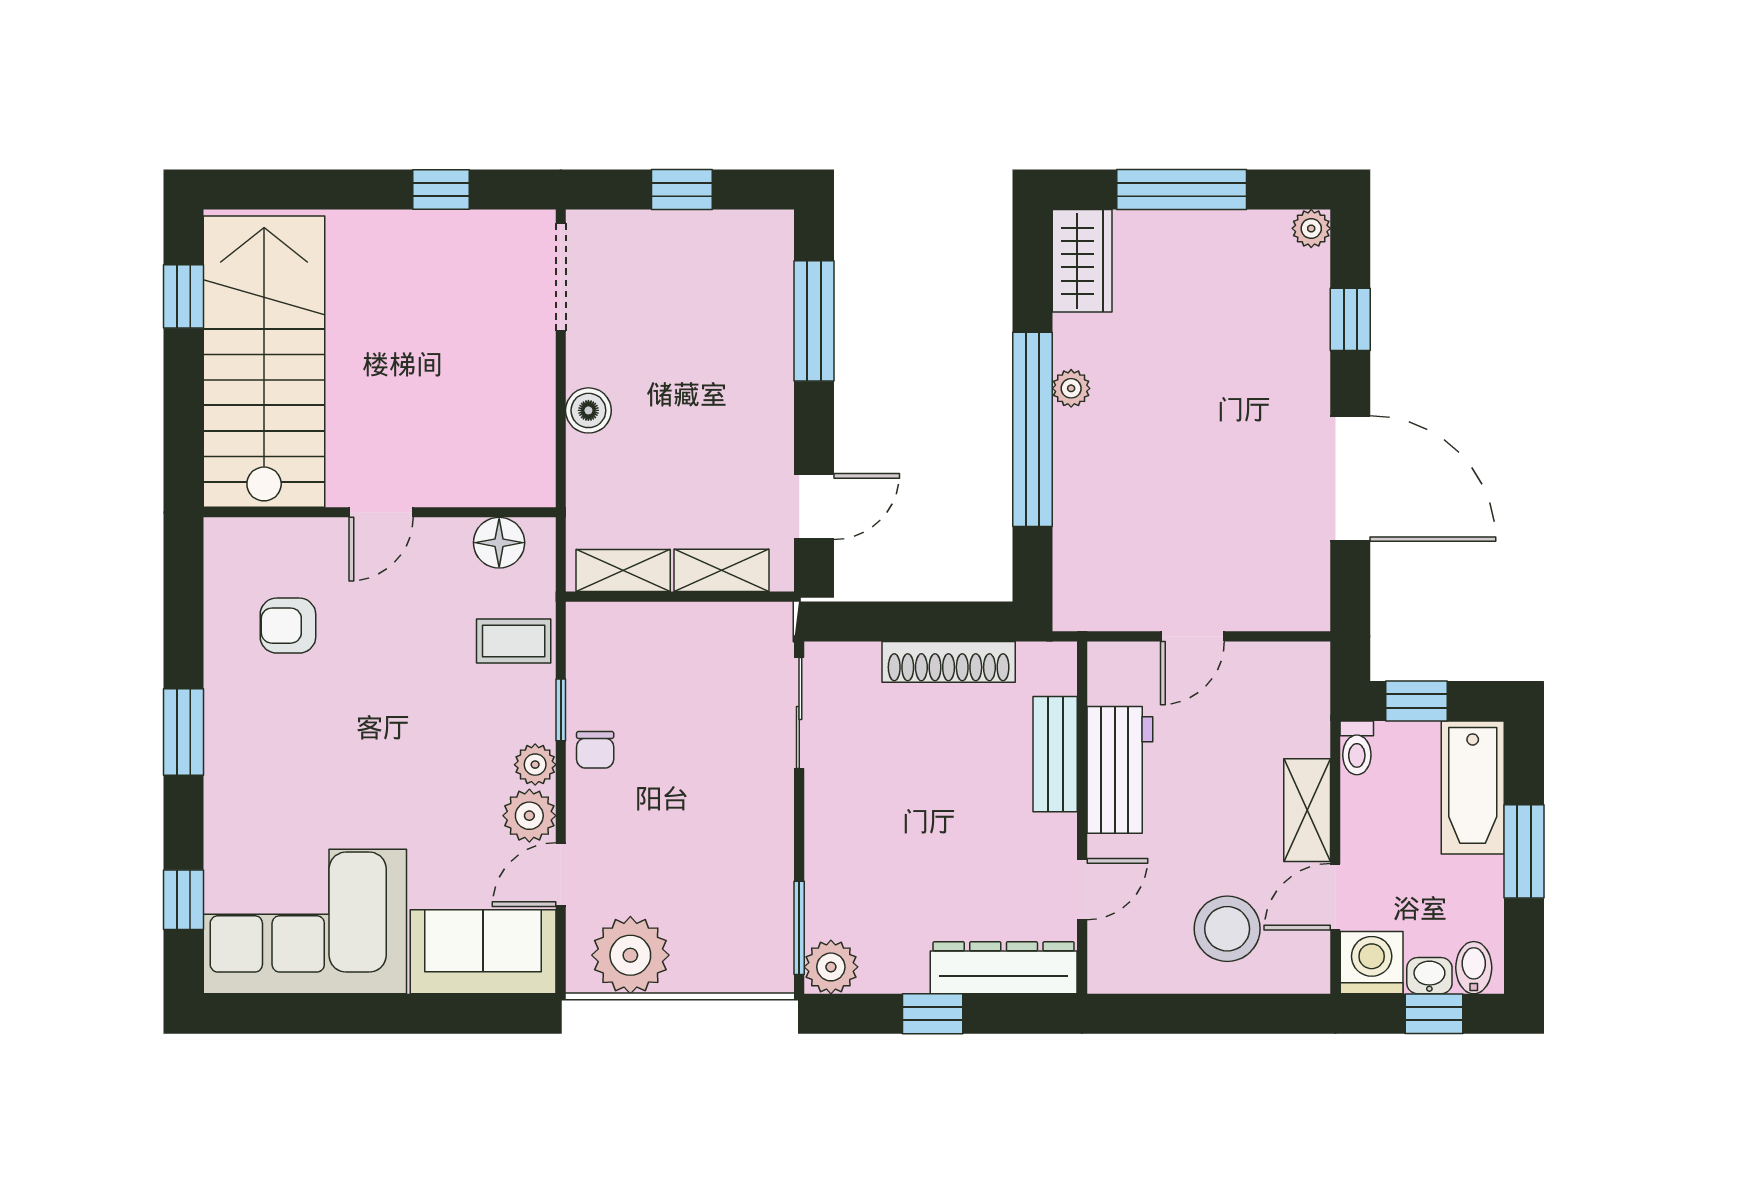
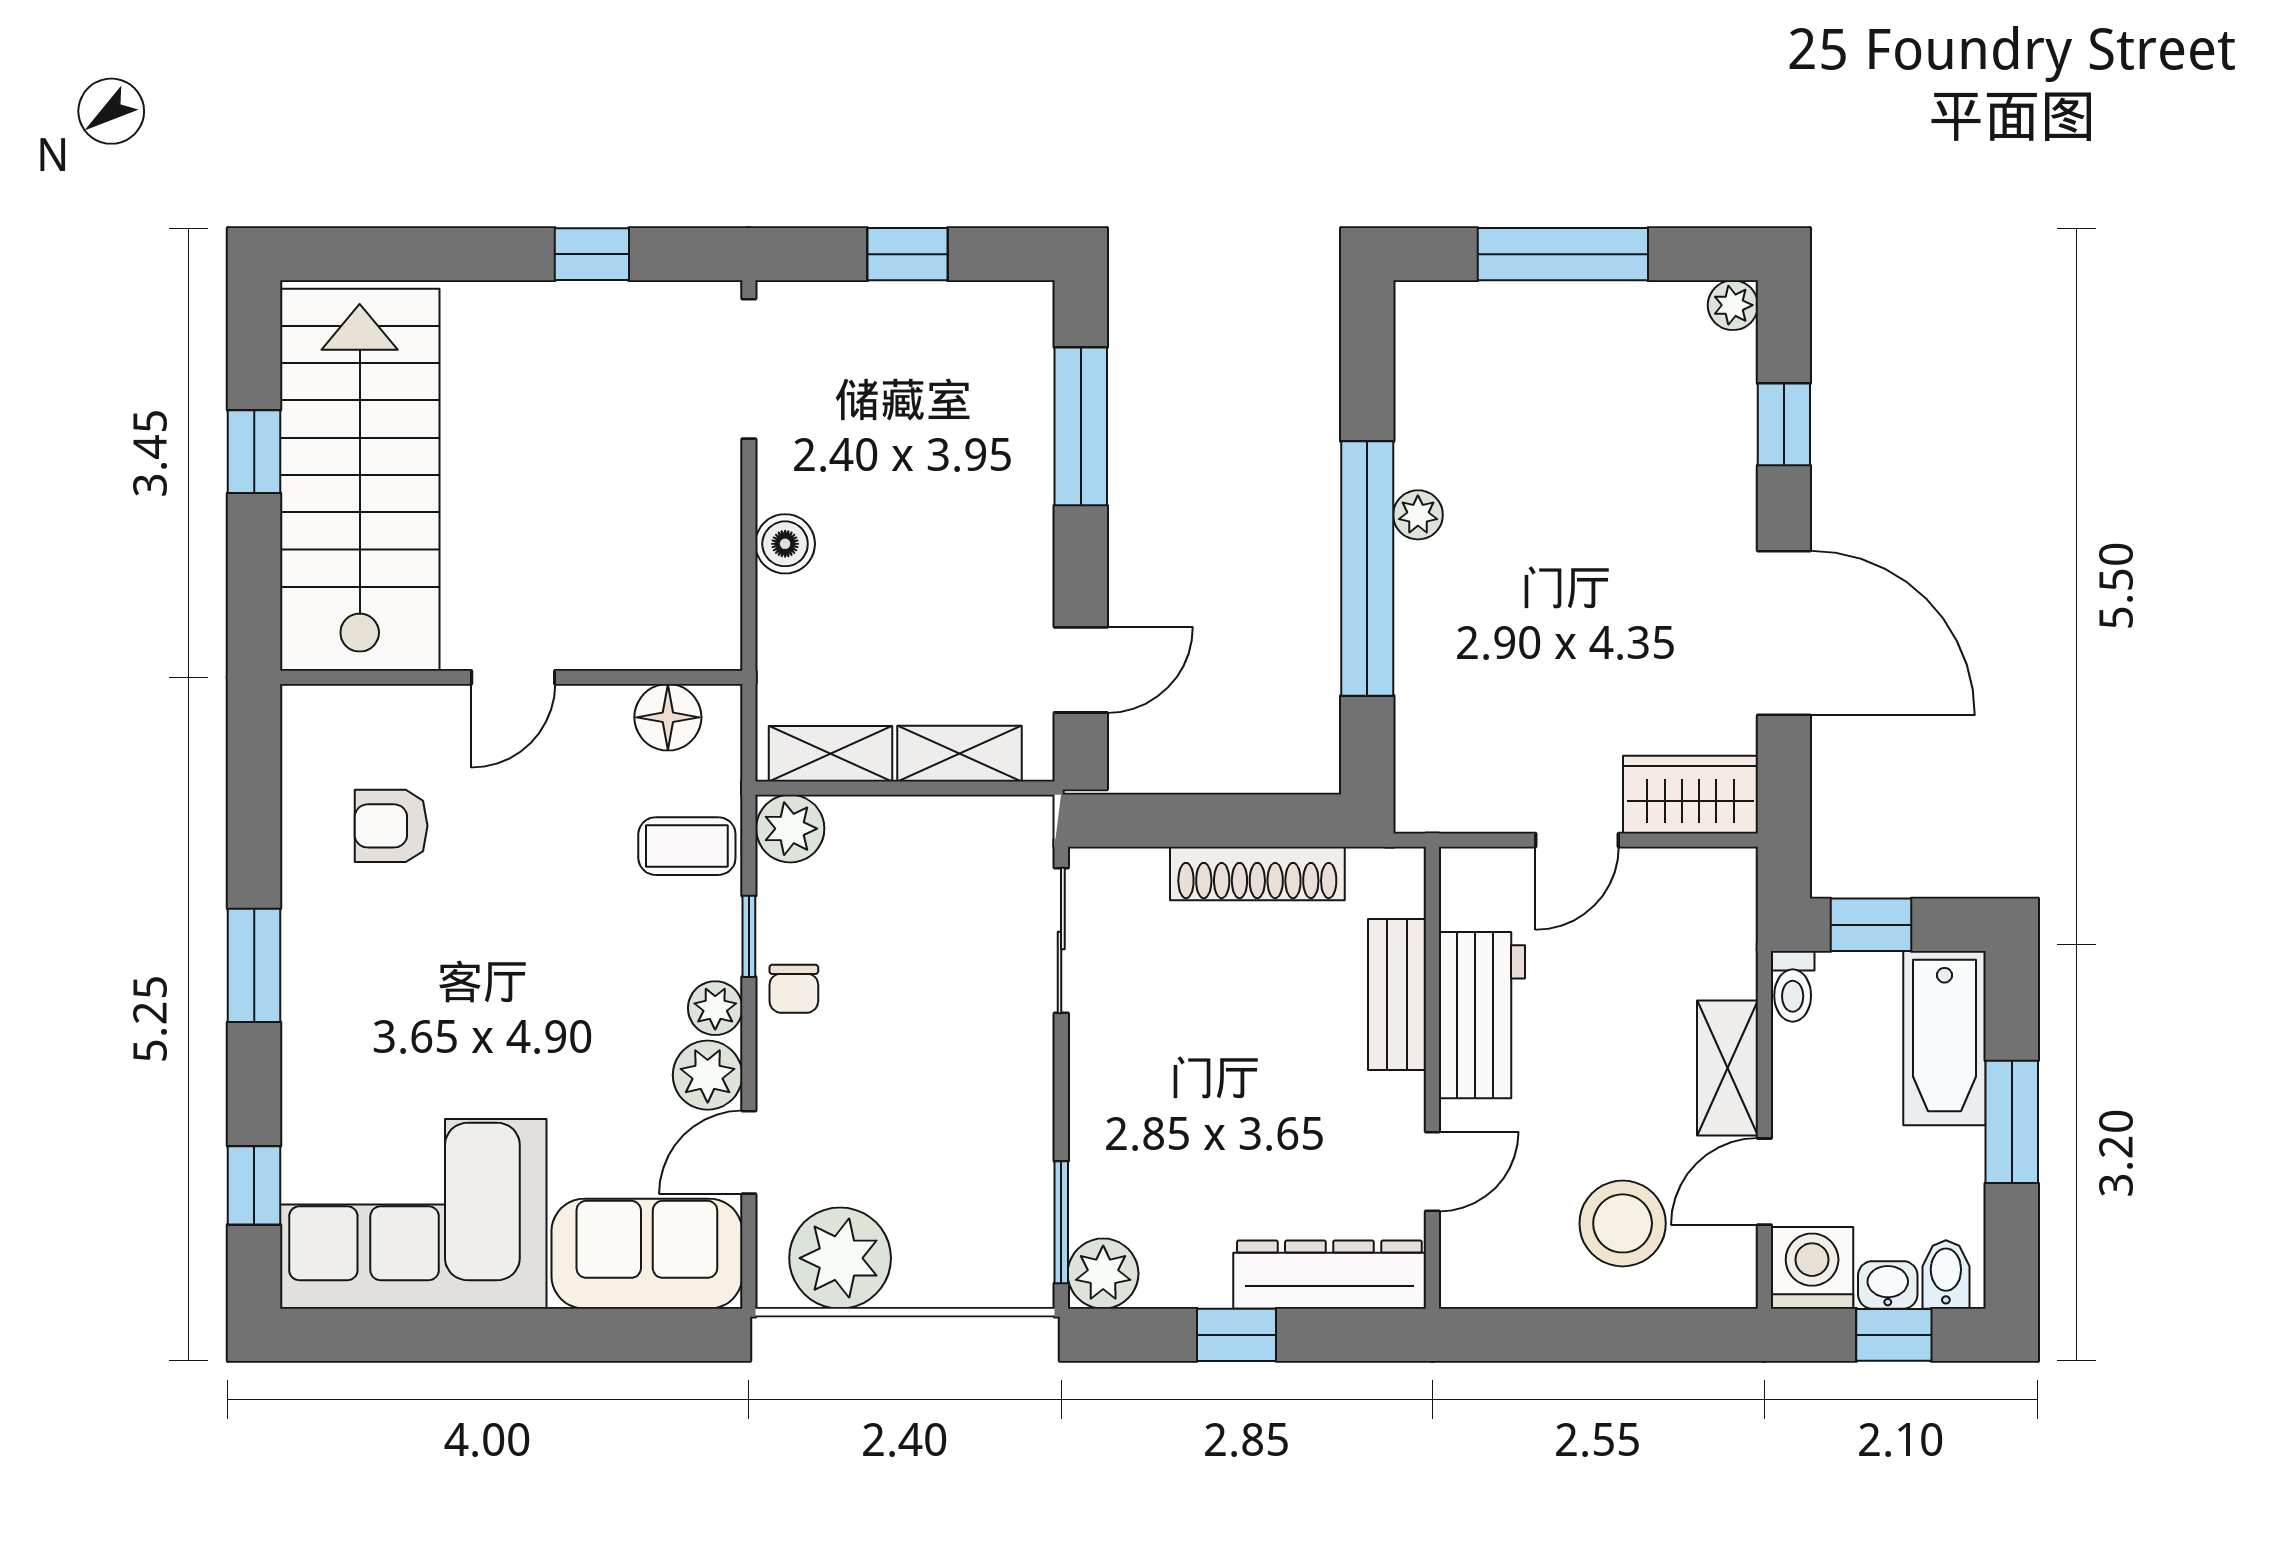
wardrobe: (1082, 261) -> (1691, 795), moved, turned -90
window: (183, 296) -> (254, 452), moved
plant: (592, 628) -> (790, 829), added

